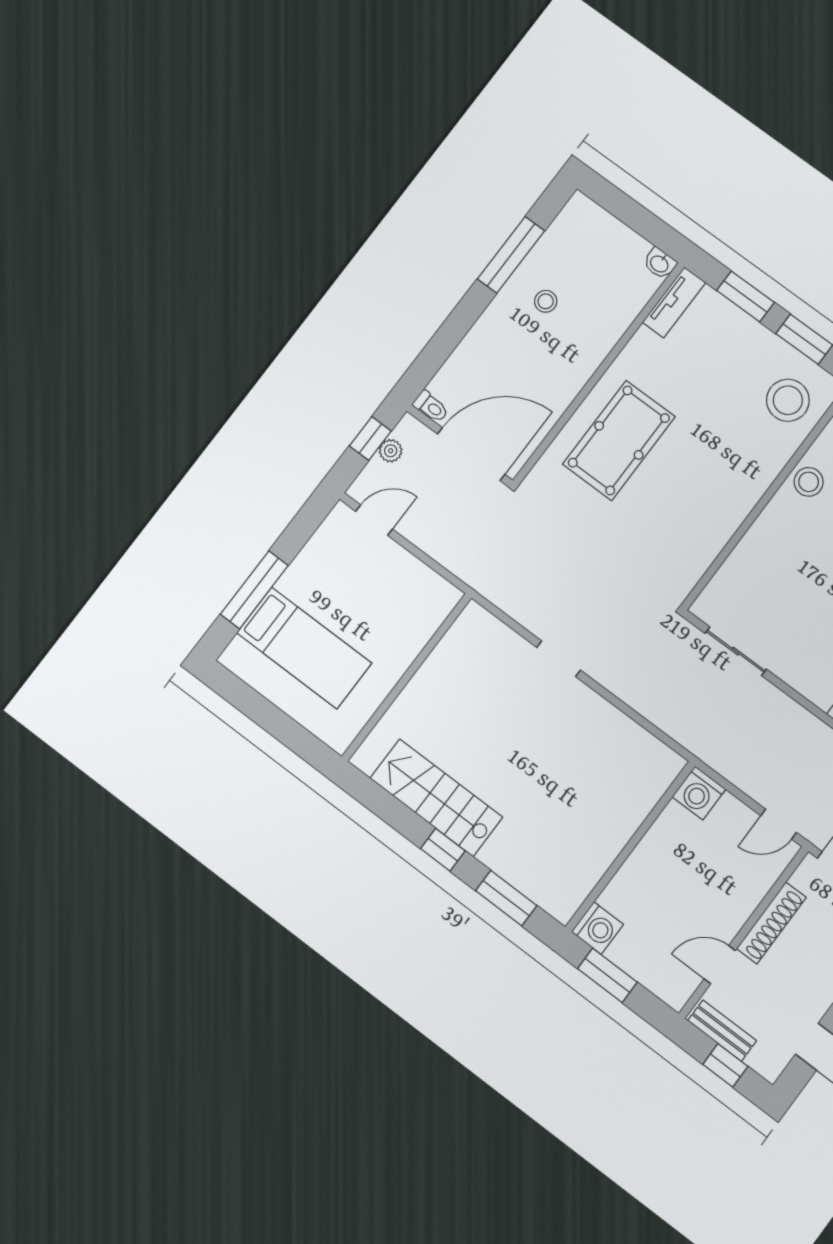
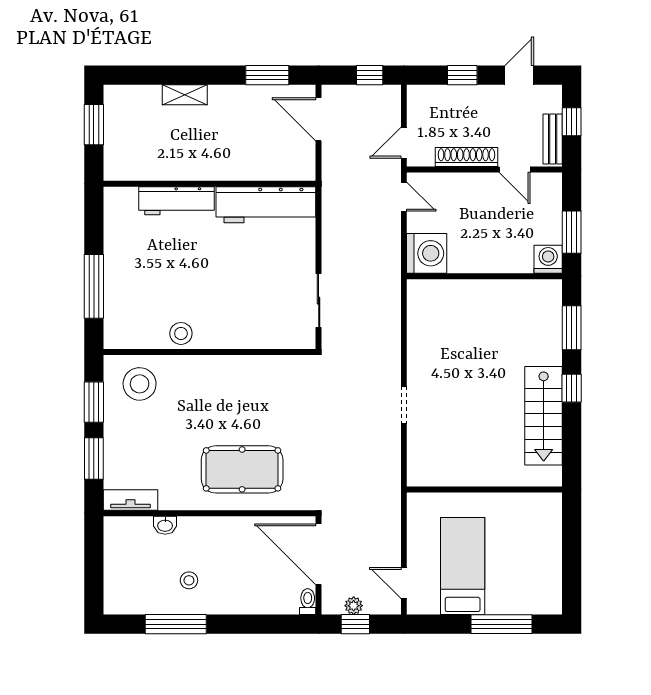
washbasin: (660, 263) -> (165, 525), moved, turned 90
bed: (304, 648) -> (463, 566), moved
washing machine: (699, 793) -> (427, 253), width x1.37, depth x1.37

